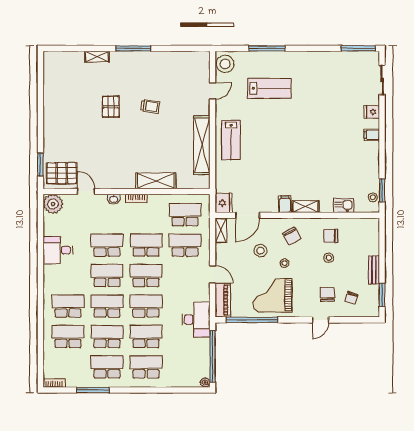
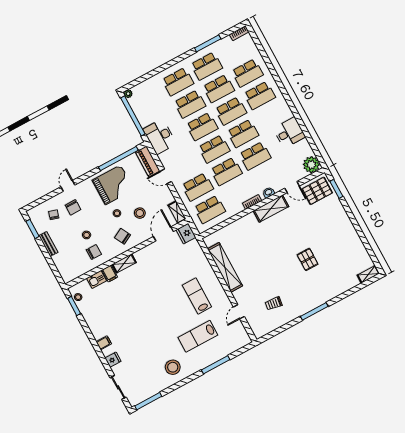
shelving: (97, 57) -> (368, 274), moved
stool: (225, 64) -> (173, 367), moved
trolley: (150, 106) -> (274, 303), moved
lab bench: (231, 140) -> (197, 296), moved
shelving: (156, 181) -> (271, 209), moved
filing cabinet: (285, 204) -> (110, 273), moved

